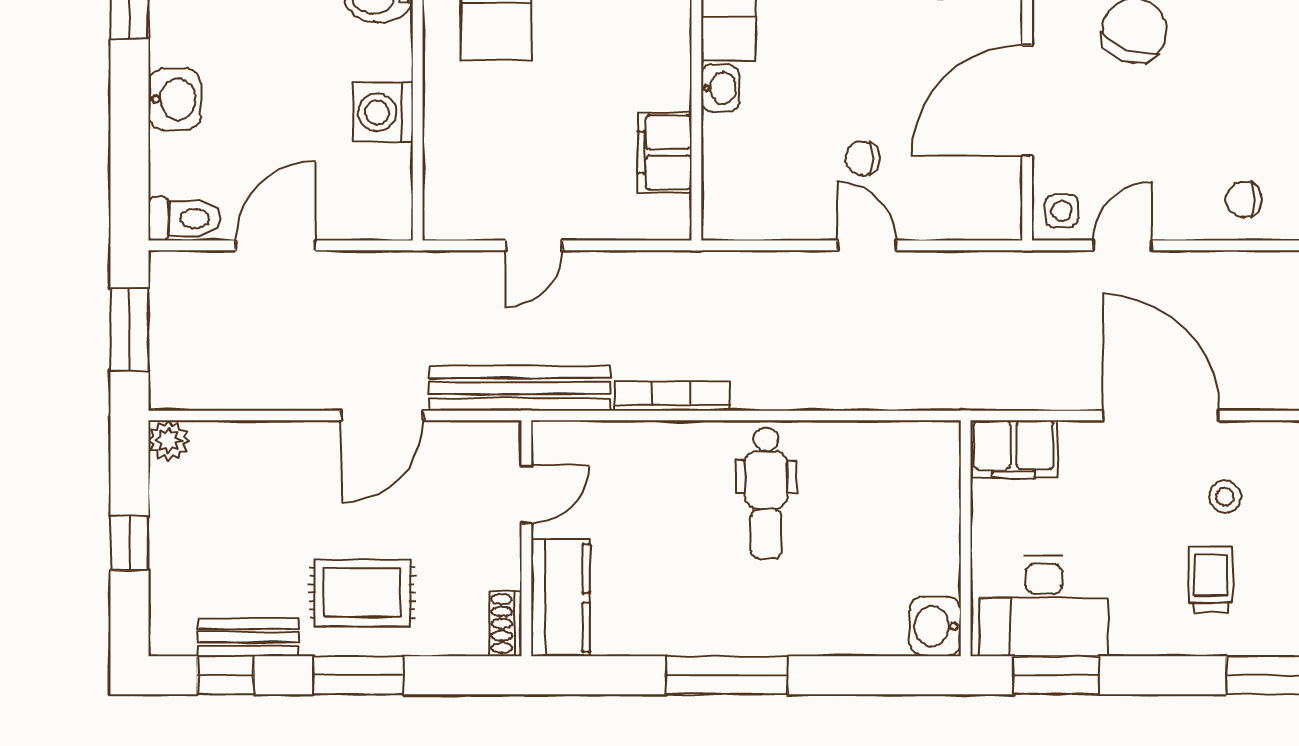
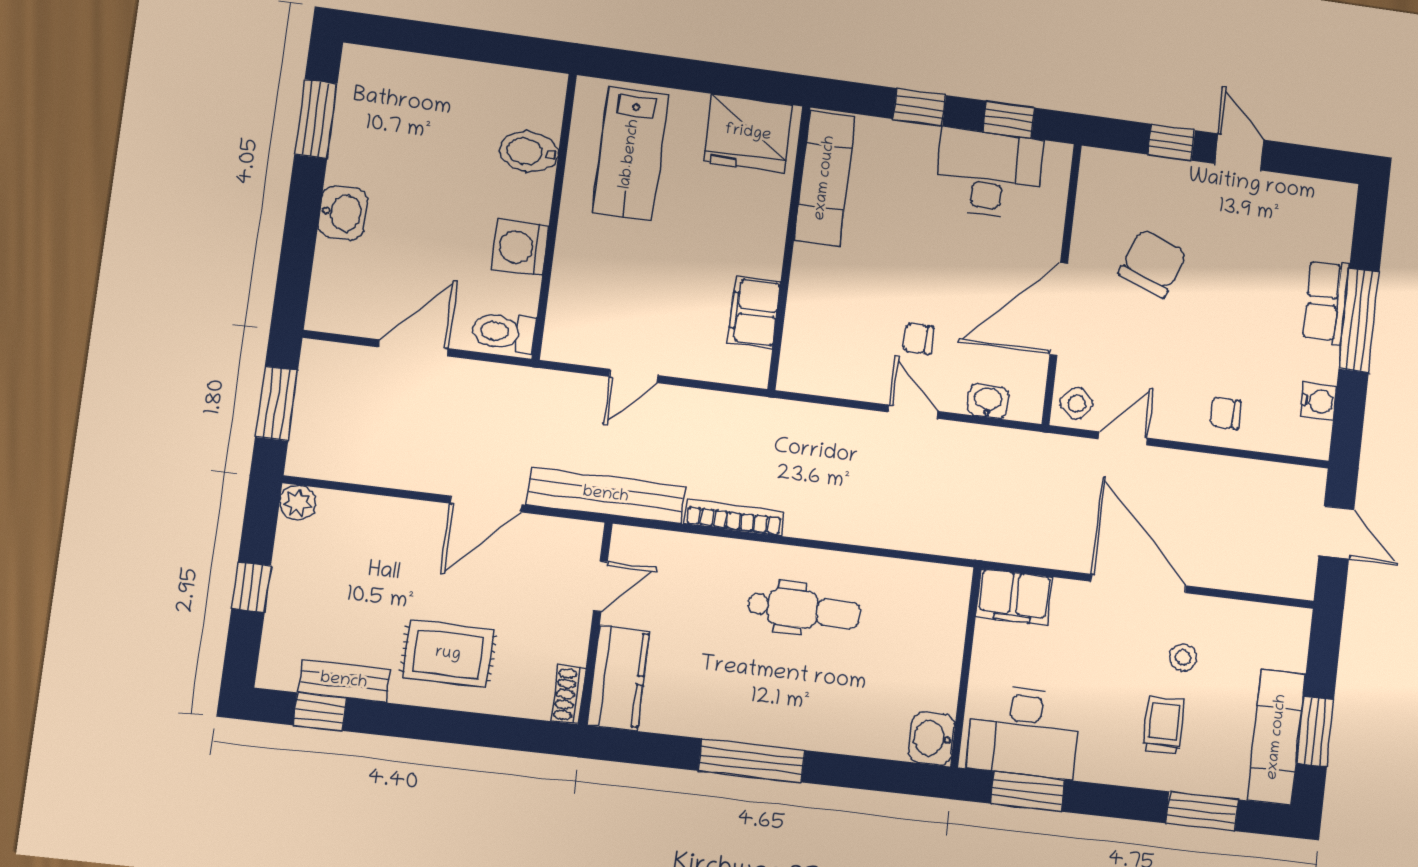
washbasin: (720, 88) -> (988, 401), moved, turned -90
side table: (1062, 211) -> (1077, 403), turned 45
toilet: (185, 219) -> (503, 332), moved, turned 180
dental chair: (766, 493) -> (804, 609), turned -90
window: (358, 675) -> (436, 725), removed

